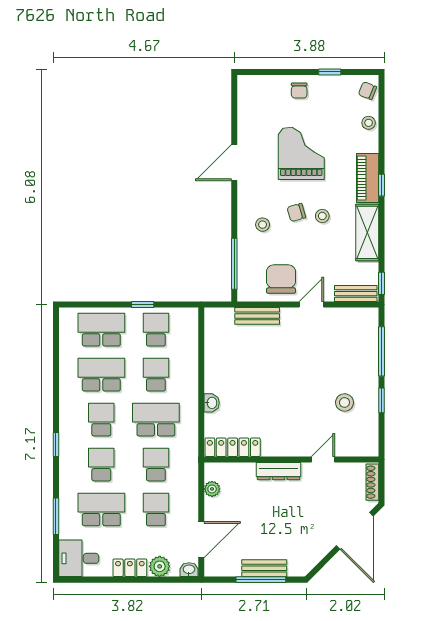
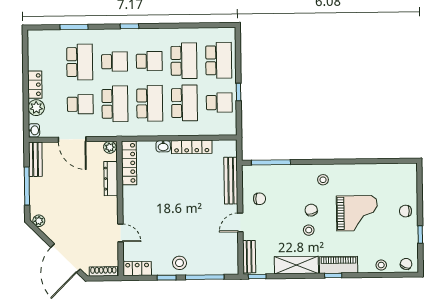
door: (234, 163) -> (349, 161), removed
stool: (263, 225) -> (323, 180), moved
chair: (281, 279) -> (260, 199), width x0.54, depth x0.54
door: (311, 304) -> (240, 222), swing flipped
bench: (257, 316) -> (231, 181), width x1.36
locker: (213, 366) -> (192, 147), added
school desk: (156, 375) -> (184, 103), width x1.85
stool: (345, 402) -> (179, 263), moved
locker: (369, 438) -> (137, 269), added
school desk: (156, 465) -> (115, 104), width x1.85
dresser: (279, 471) -> (111, 179), moved
plant: (212, 489) -> (110, 147), moved
door: (355, 531) -> (66, 258), hinge flipped
door: (201, 540) -> (72, 139), moved
desk: (79, 558) -> (42, 45), removed
plant: (306, 565) -> (39, 221), added
bench: (264, 568) -> (35, 159), moved

